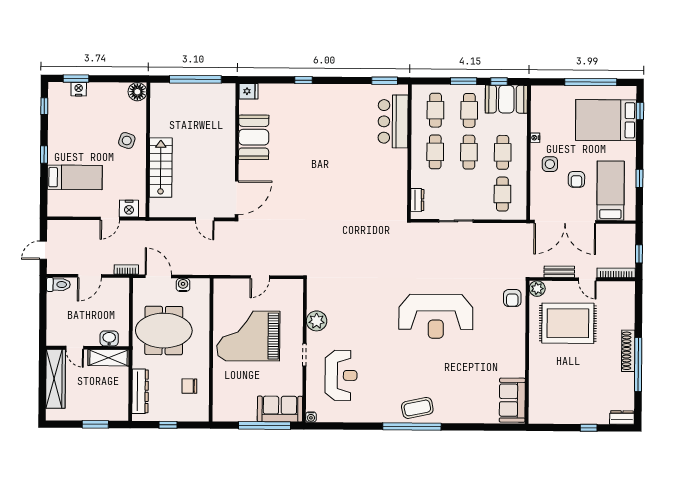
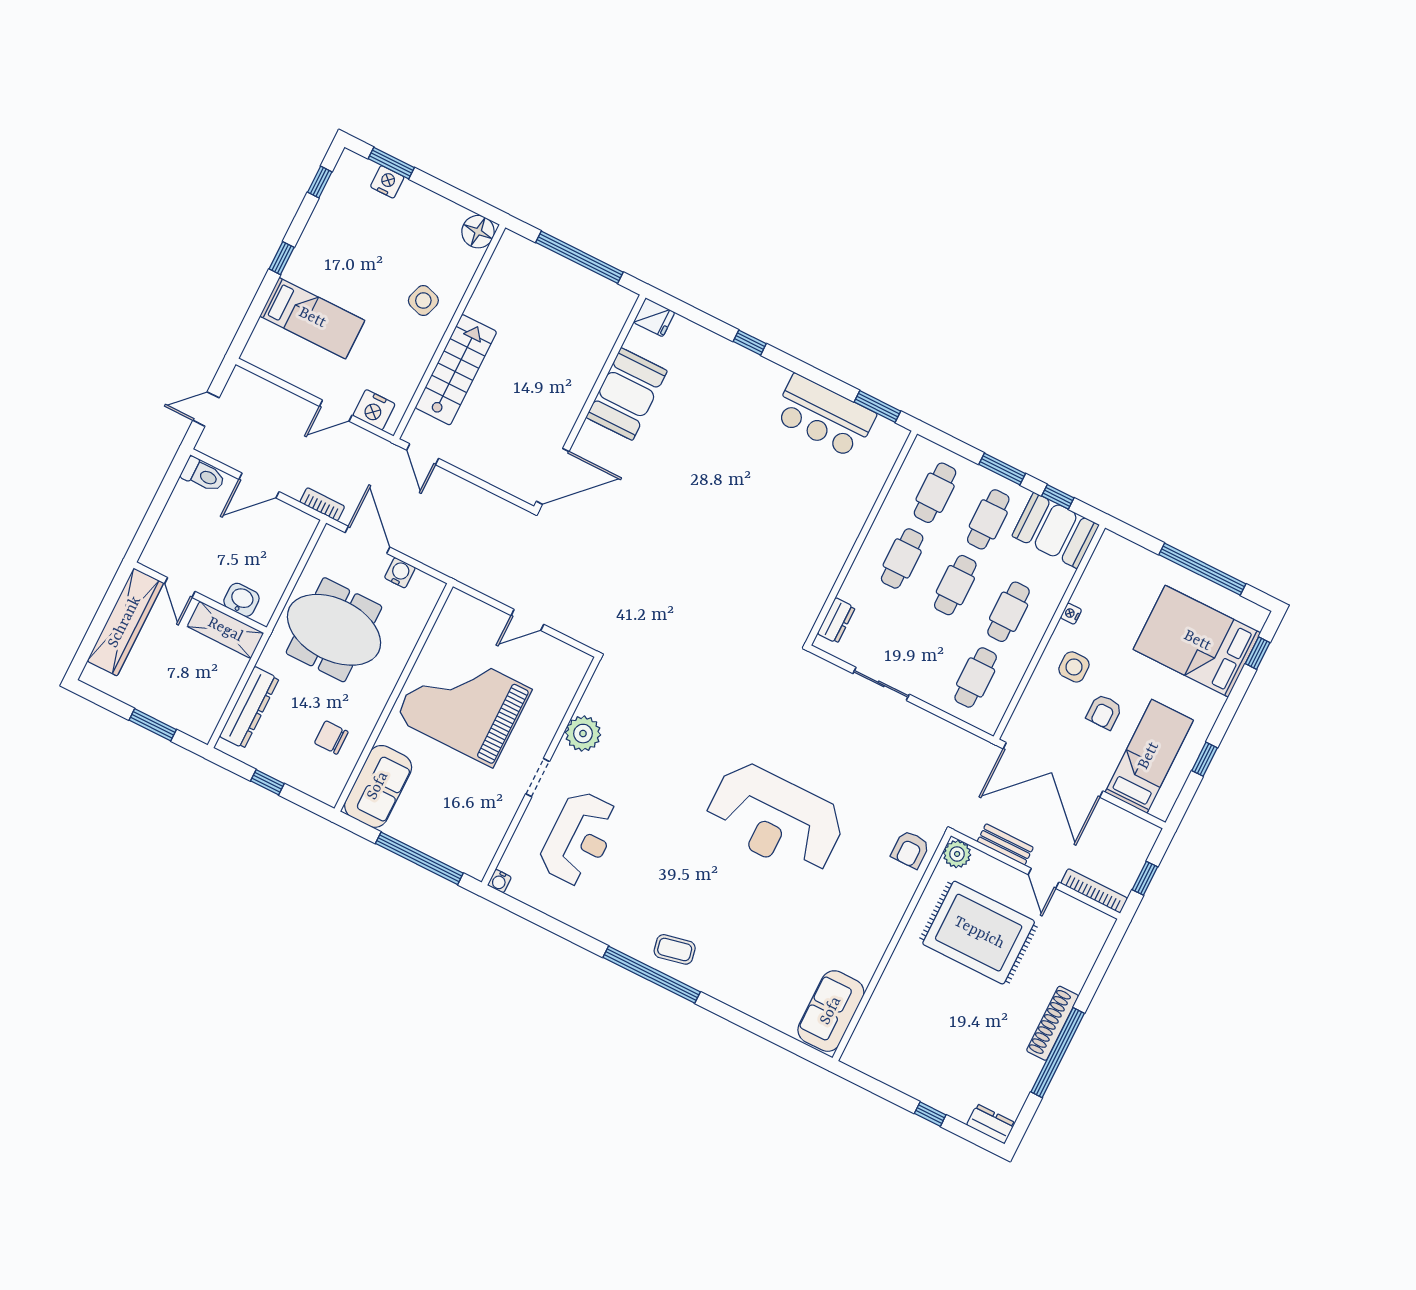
bar counter: (393, 121) -> (824, 416), moved, turned -90
door: (205, 219) -> (423, 454), moved
coffee table: (417, 408) -> (675, 949), width x0.73, depth x0.77
sofa: (280, 409) -> (378, 786), moved, turned 90

